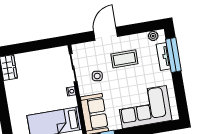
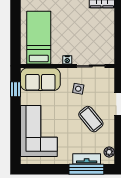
coffee table: (124, 59) -> (91, 119), turned -39

